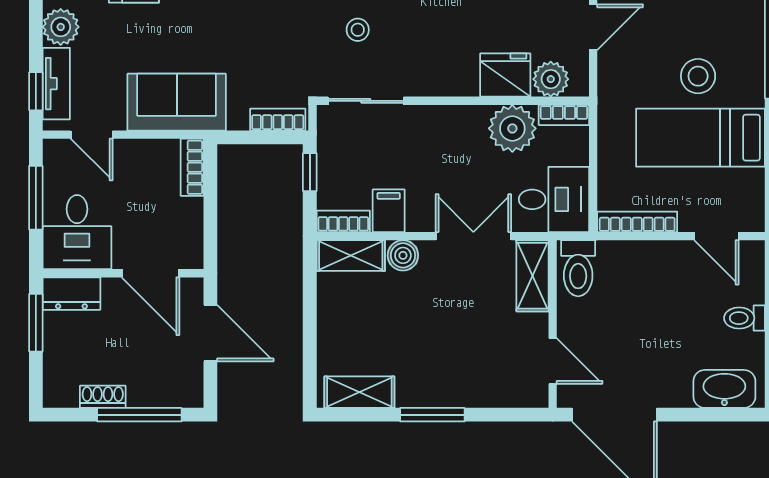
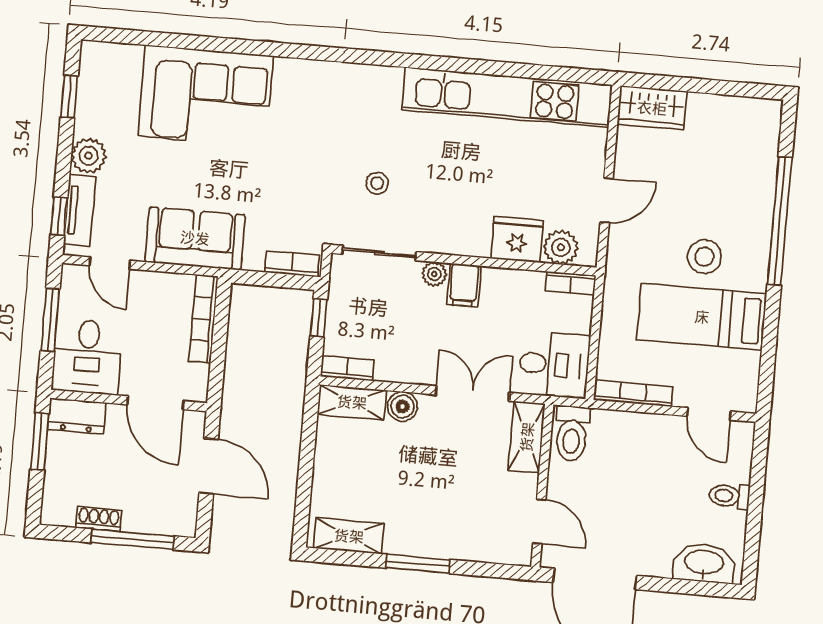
plant: (512, 128) -> (434, 274), moved, width x0.53, depth x0.53
bookcase: (192, 167) -> (203, 319), width x1.56
filing cabinet: (389, 211) -> (464, 285), moved, turned 180

